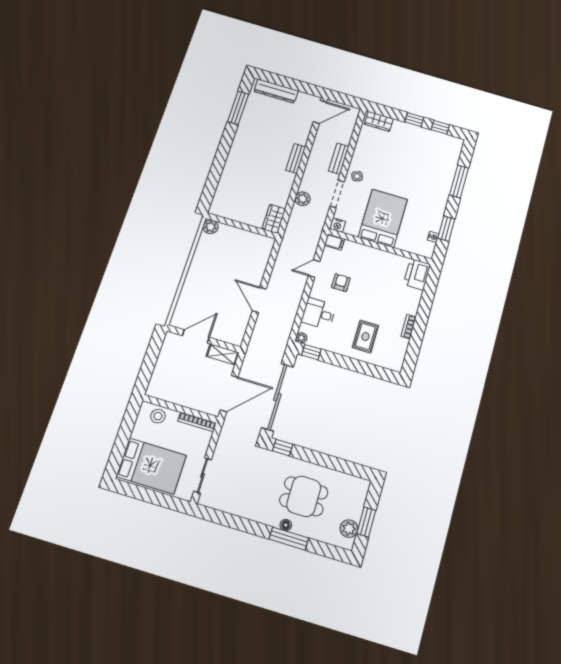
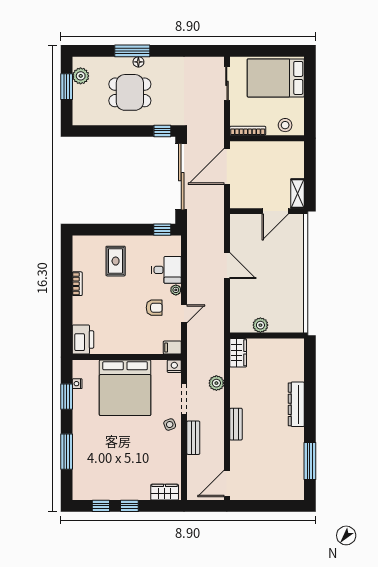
dresser: (276, 91) -> (296, 404), moved, turned -90
bed: (383, 218) -> (125, 388), width x1.36
plant: (211, 227) -> (260, 325), moved
armchair: (341, 283) -> (154, 308), turned -90
plant: (301, 338) -> (176, 290), moved
shelving: (223, 354) -> (298, 193), moved, turned 90

